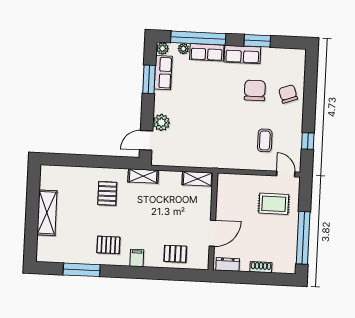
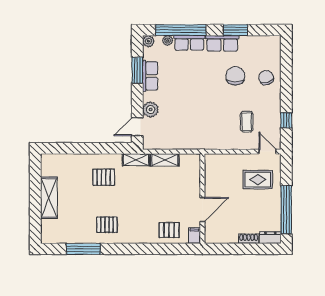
row of seats: (163, 73) -> (150, 76), moved
shelving: (198, 179) -> (165, 160), moved
pallet: (107, 193) -> (104, 177), turned 90
filing cabinet: (137, 258) -> (194, 236), moved
dresser: (228, 264) -> (270, 238), moved

